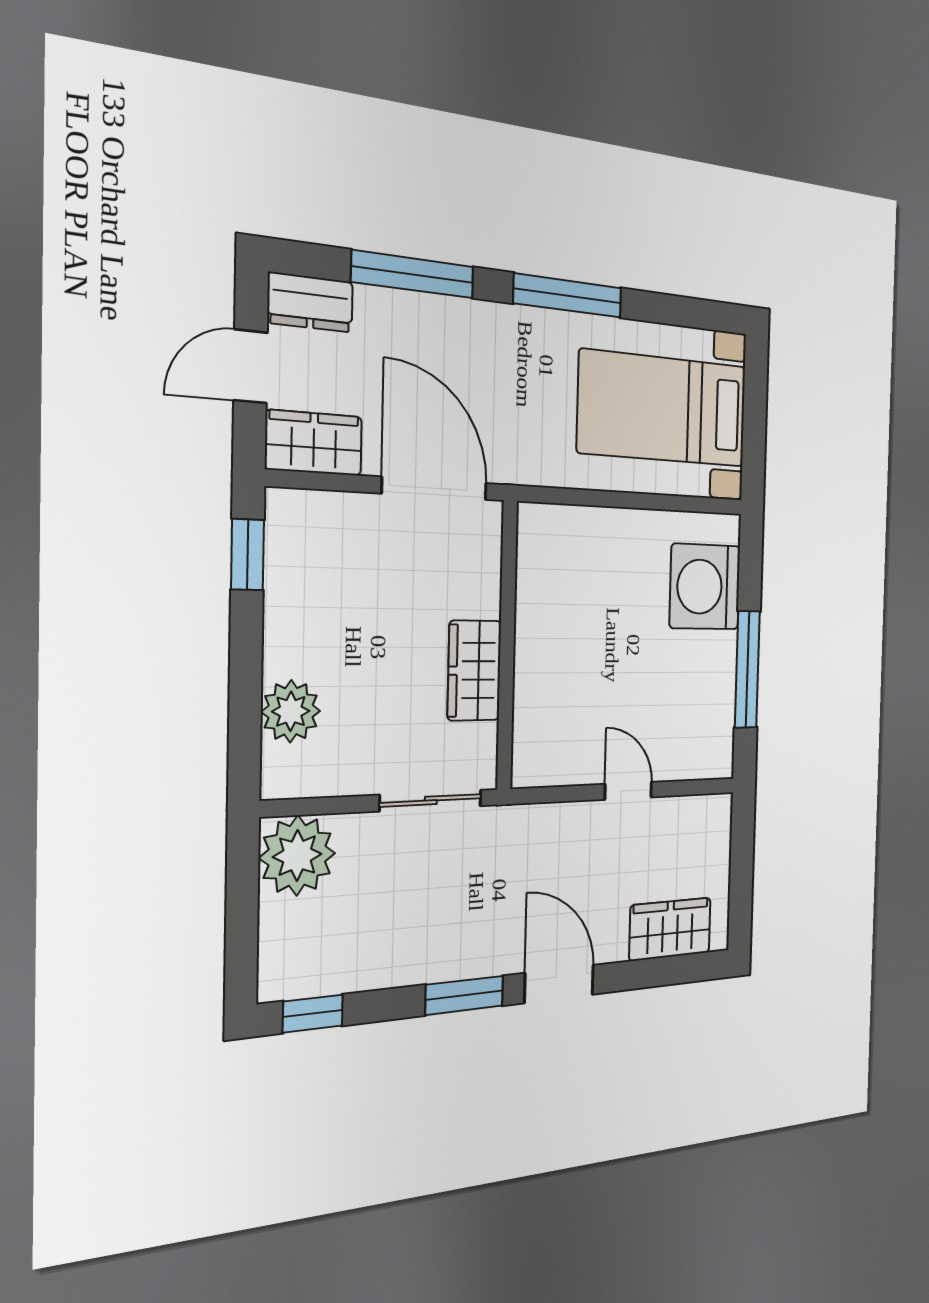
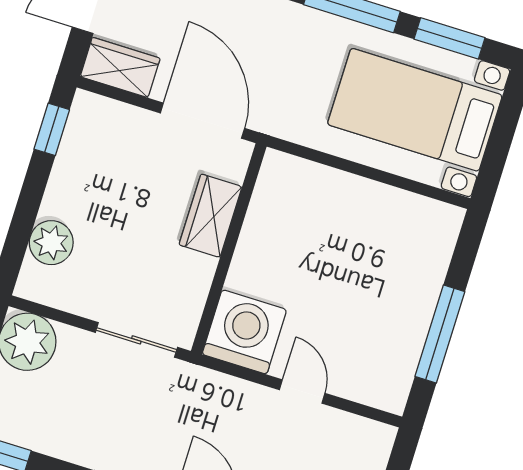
window: (678, 311) -> (449, 38), added
washing machine: (705, 587) -> (244, 332), moved, turned 90
wardrobe: (474, 671) -> (211, 216), moved

